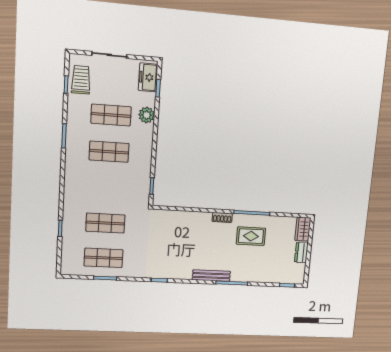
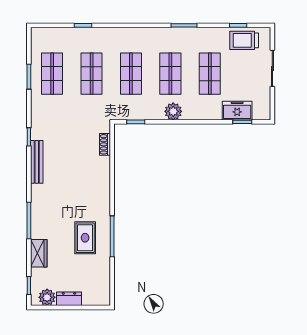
freezer: (148, 77) -> (237, 111), moved
trolley: (81, 80) -> (244, 40), turned 180
plant: (147, 115) -> (173, 111), moved
shop shelf: (107, 188) -> (131, 74), added
shoe rack: (222, 217) -> (105, 144), moved
wardrobe: (303, 229) -> (39, 253), moved, turned 90
plant: (298, 271) -> (47, 297), added
bench: (211, 276) -> (37, 162), moved

